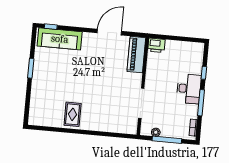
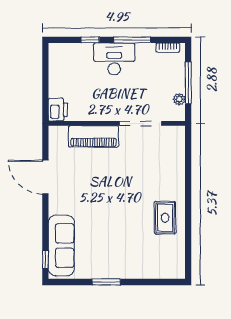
piano: (136, 55) -> (94, 136), moved
rug: (73, 114) -> (165, 218), turned 90

